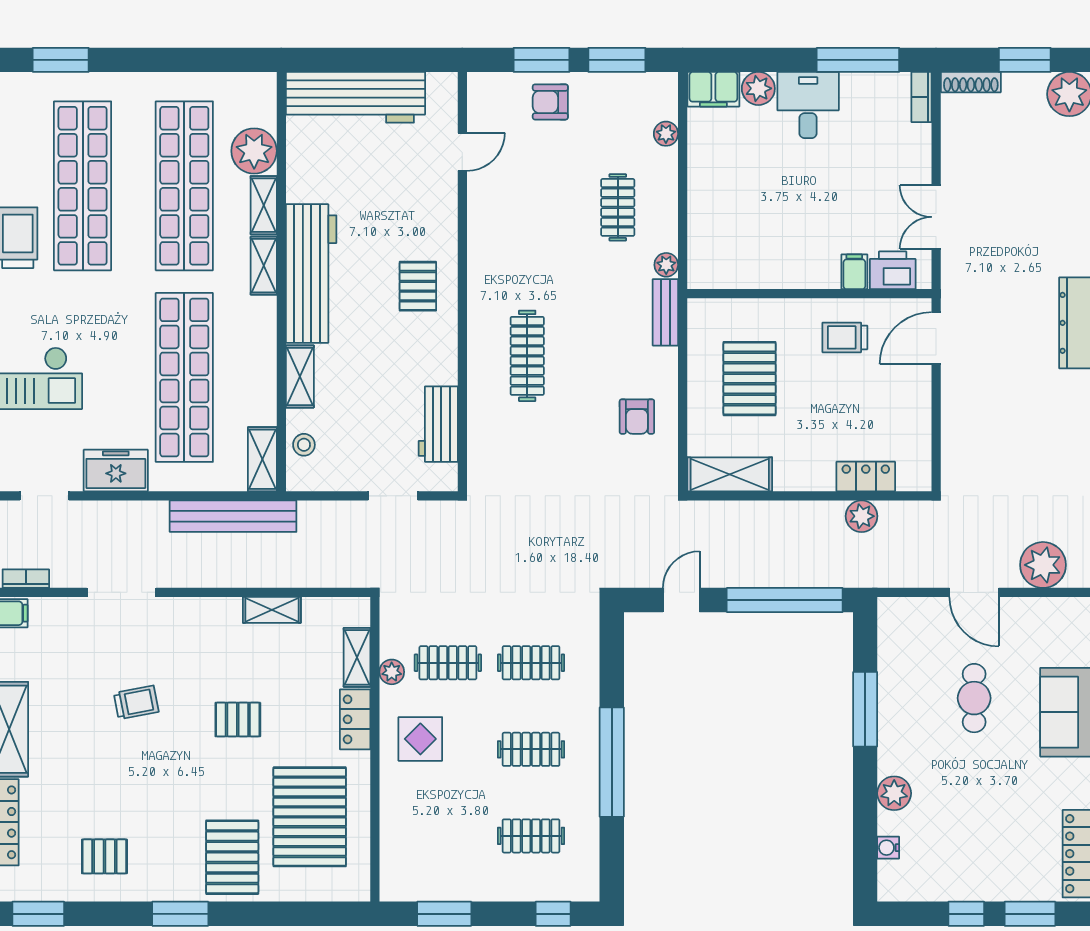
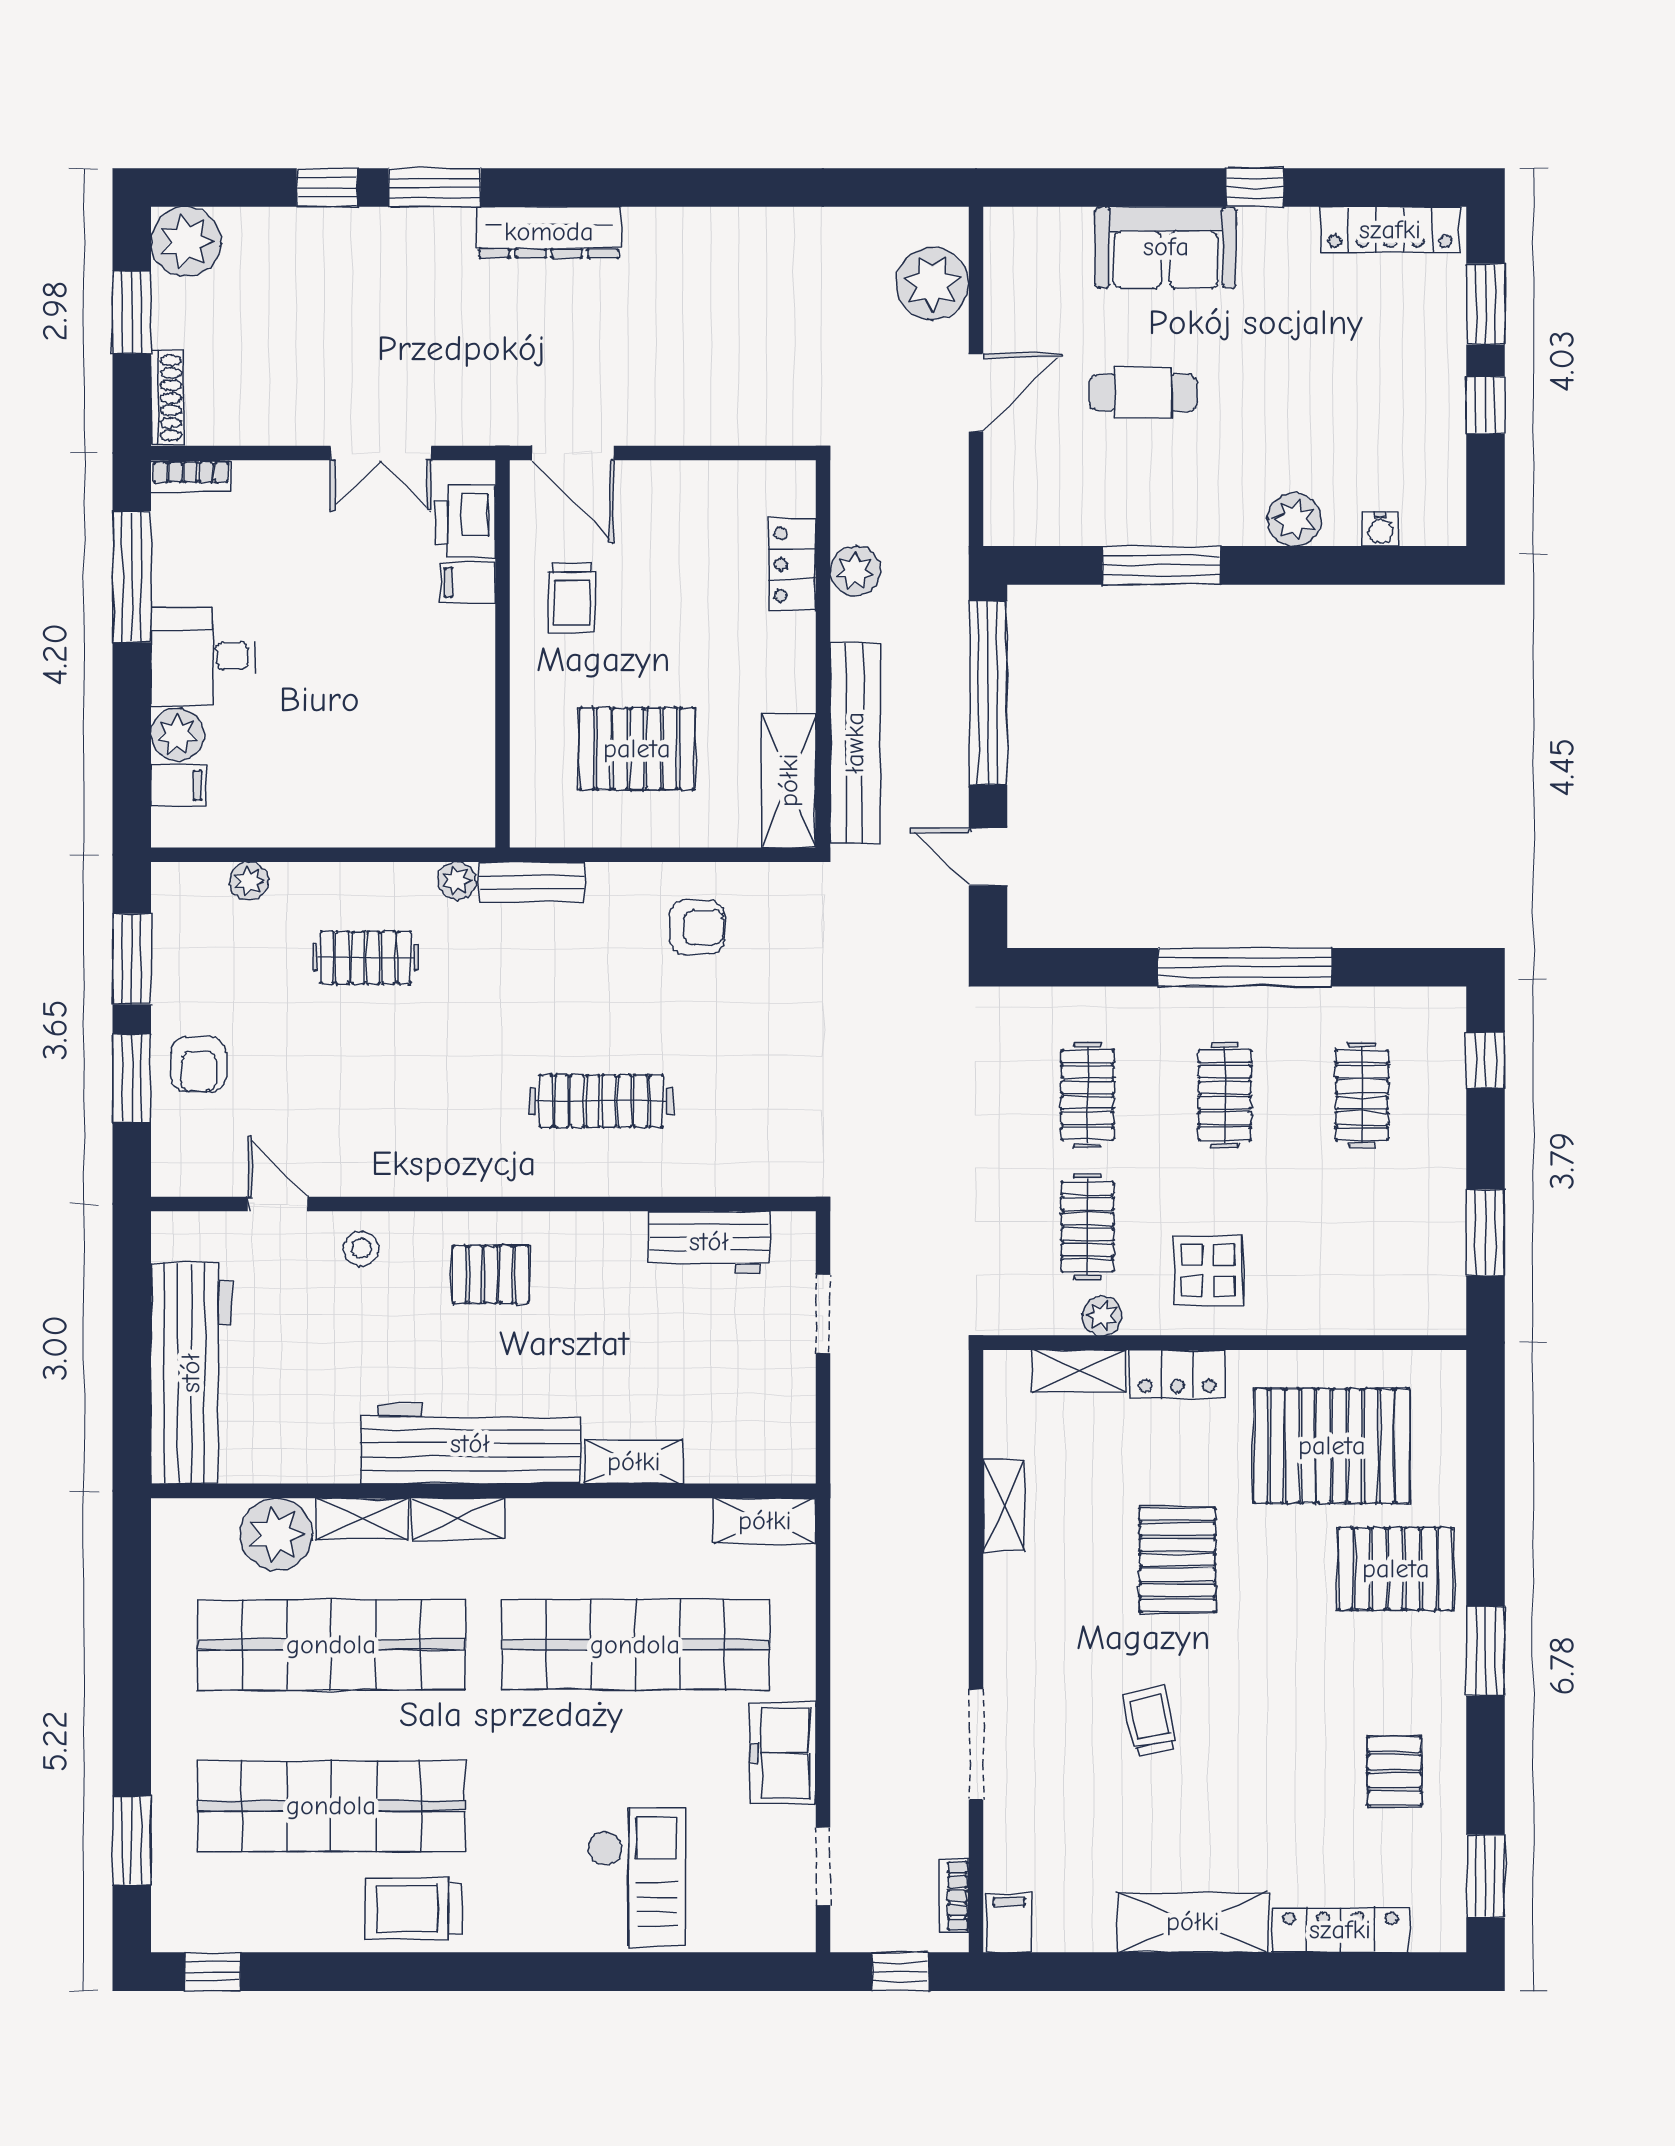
filing cabinet: (713, 89) -> (178, 785), width x0.50
stool: (304, 445) -> (361, 1249), moved
bench: (233, 516) -> (855, 743), moved
pallet: (238, 720) -> (1177, 1560), width x1.50, depth x1.42

